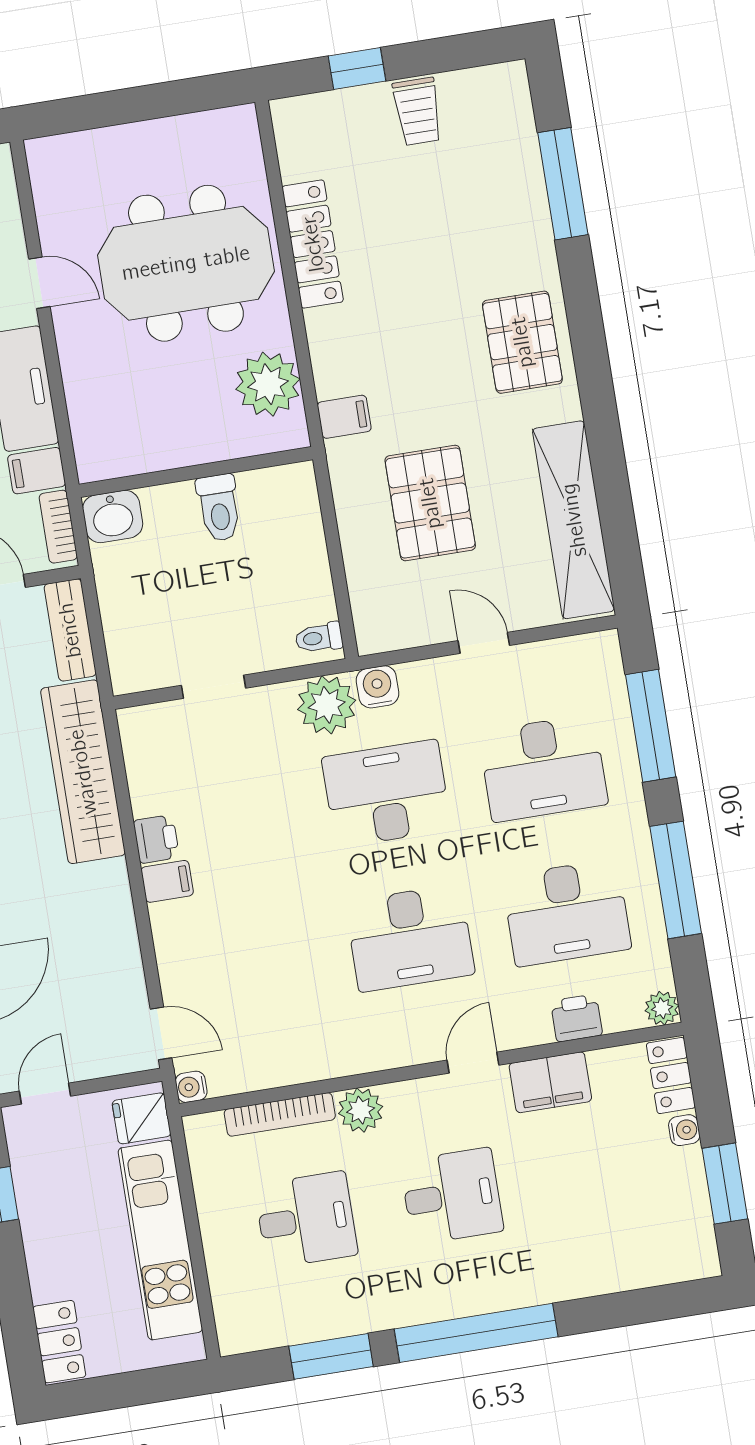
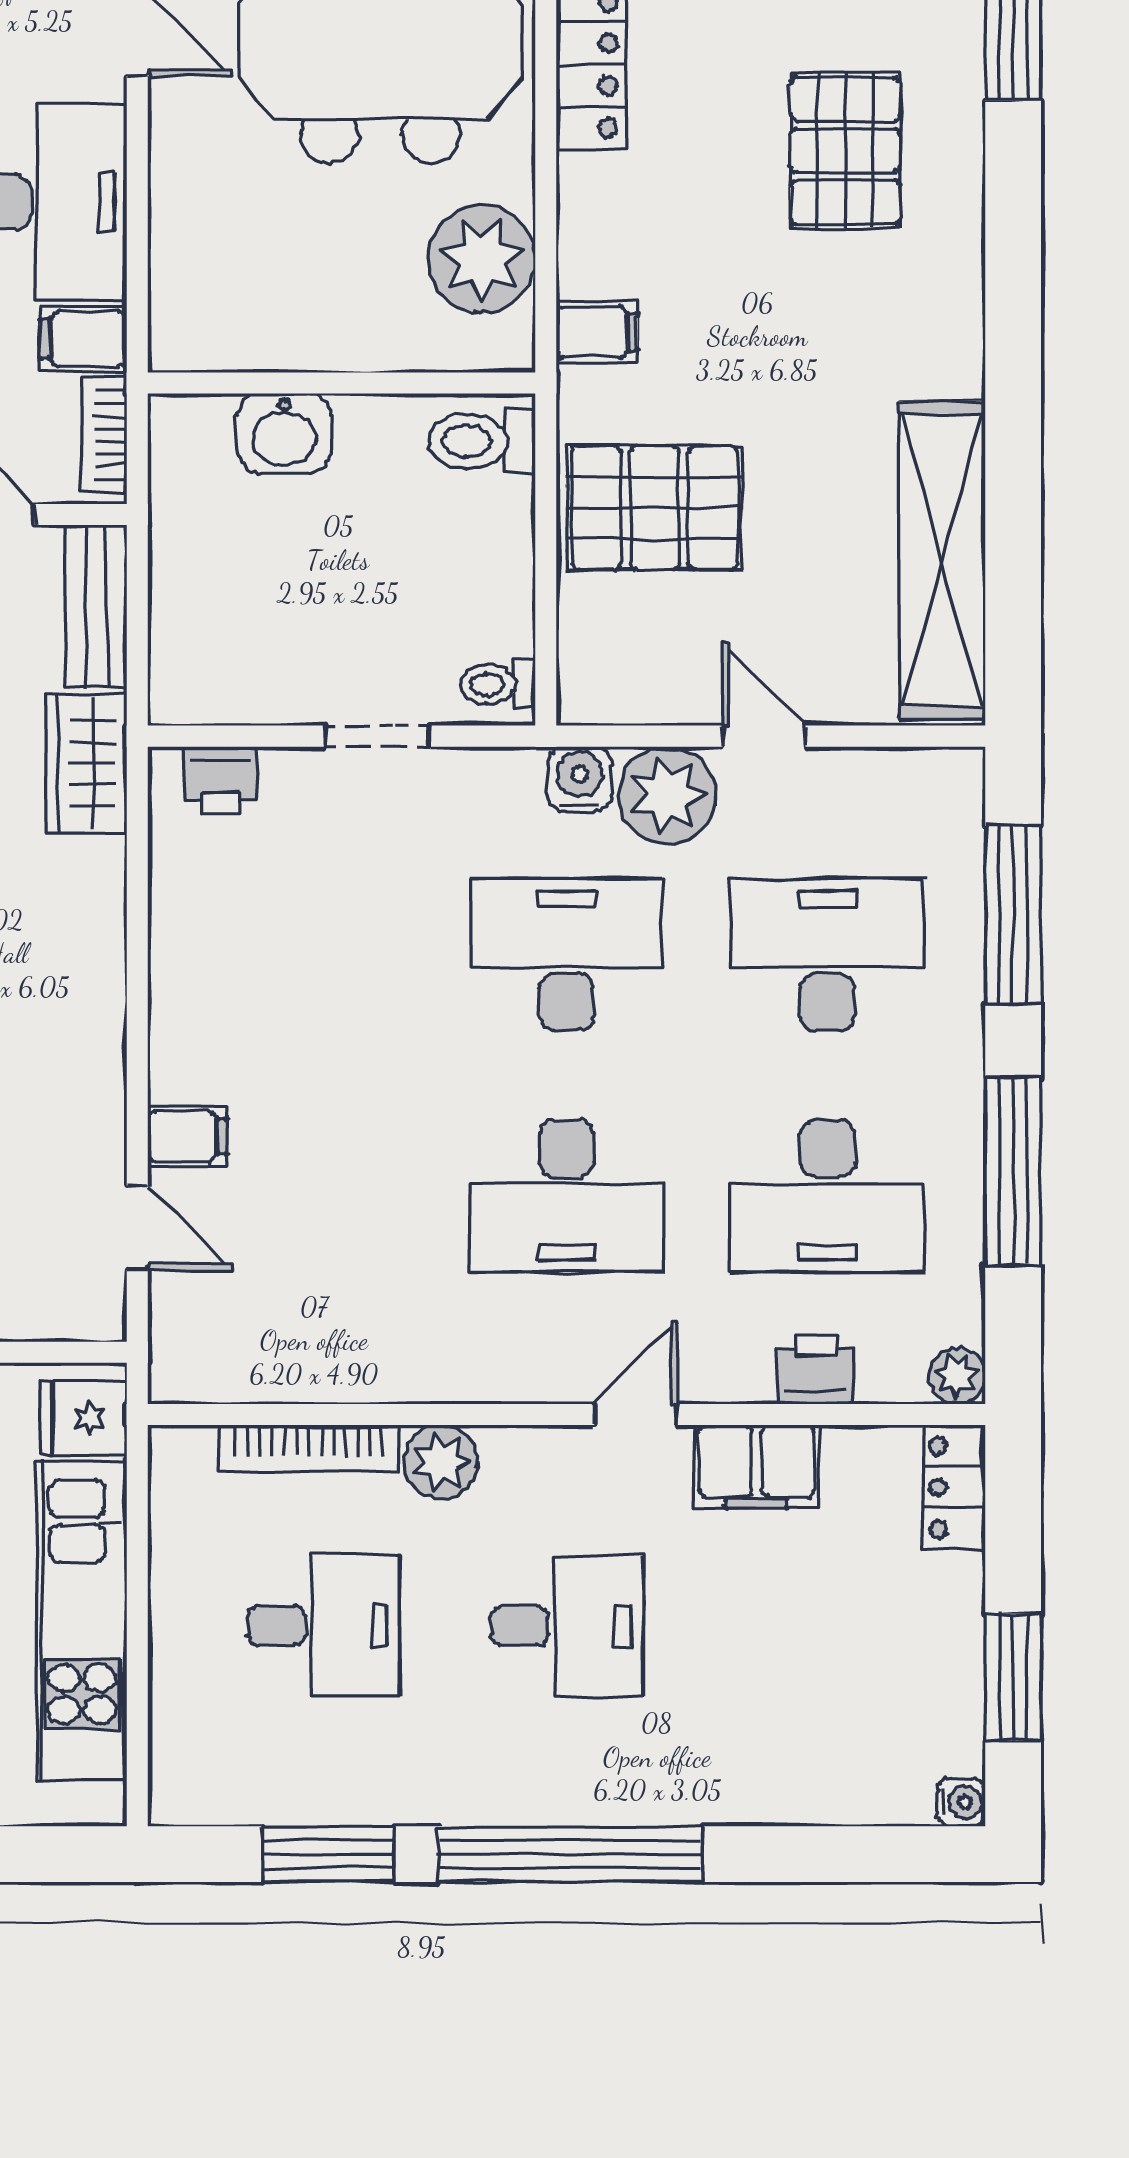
pallet: (522, 342) -> (845, 151), moved
pallet: (430, 503) -> (655, 508), moved, turned 90
toilet: (219, 508) -> (482, 441), moved, turned 90
washbasin: (113, 516) -> (284, 433), moved
doorway: (213, 687) -> (377, 736), moved
plant: (327, 705) -> (667, 795), moved
desk: (543, 768) -> (827, 955), turned 180
wardrobe: (83, 772) -> (86, 763), width x0.48, depth x0.85
printer: (156, 839) -> (221, 780), moved, turned 90
filing cabinet: (167, 881) -> (187, 1136), moved
door: (161, 1033) -> (137, 1228), moved
water cooler: (191, 1087) -> (172, 1380), removed
water cooler: (684, 1130) -> (961, 1802), moved

